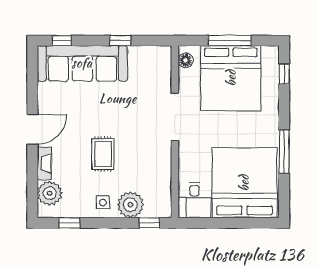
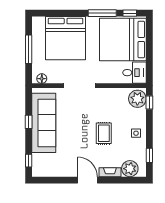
sofa: (82, 63) -> (44, 123), moved
window: (284, 74) -> (130, 13), moved
bed: (231, 78) -> (66, 38), moved, turned 90
rug: (103, 154) -> (104, 133), turned 90
plant: (130, 205) -> (137, 99), moved

